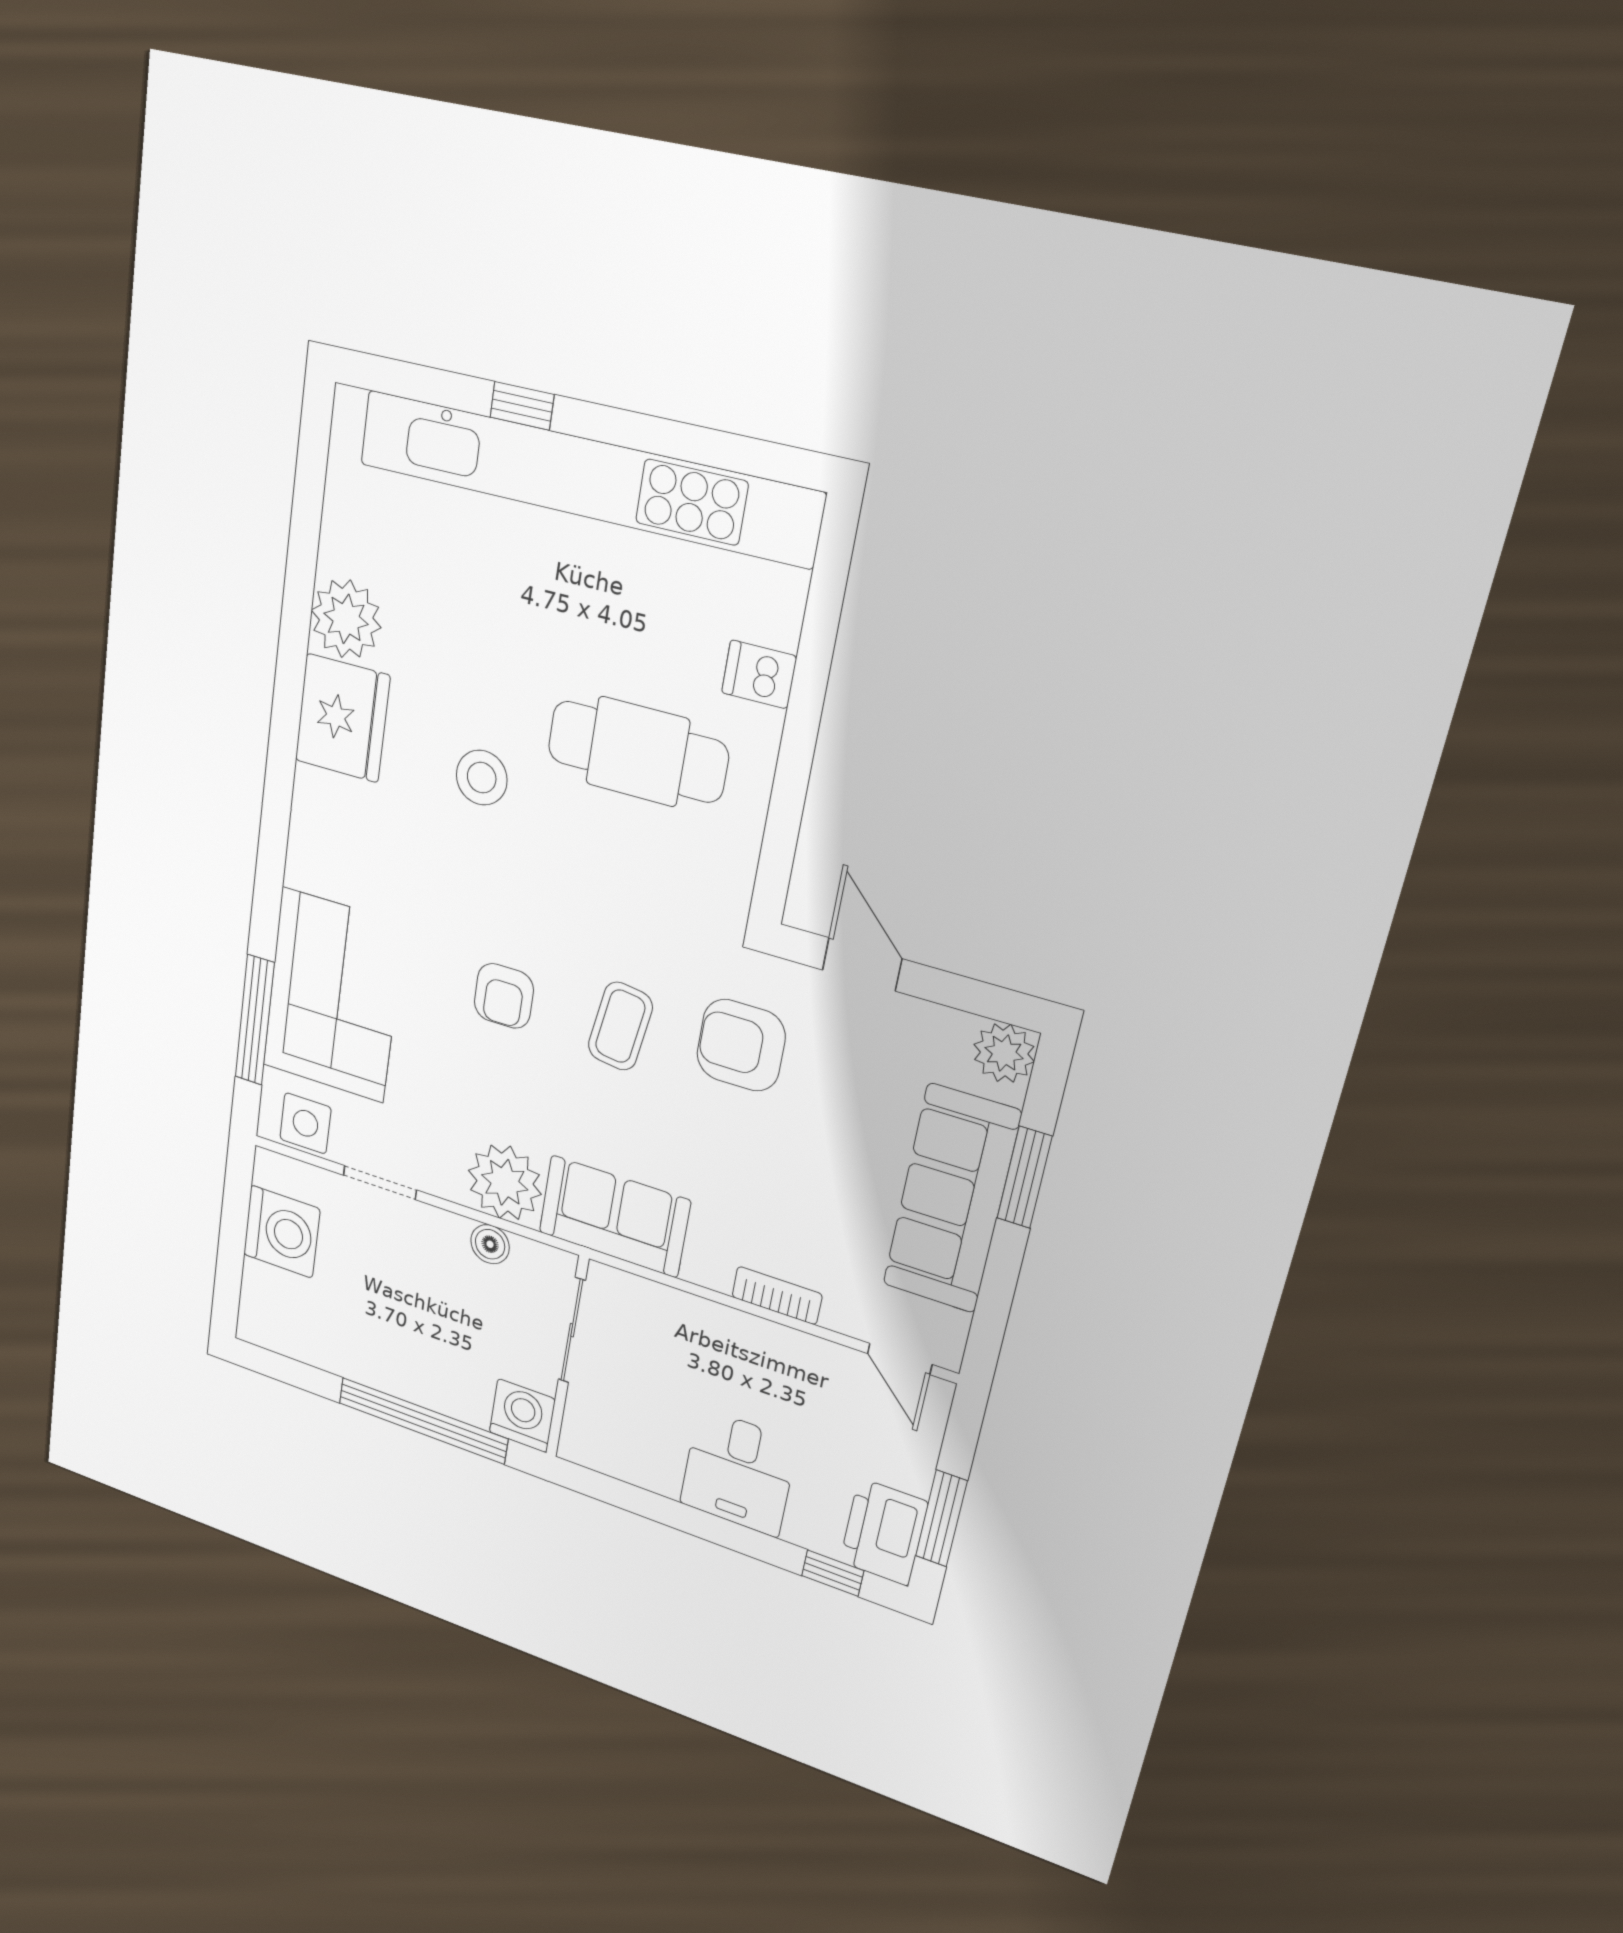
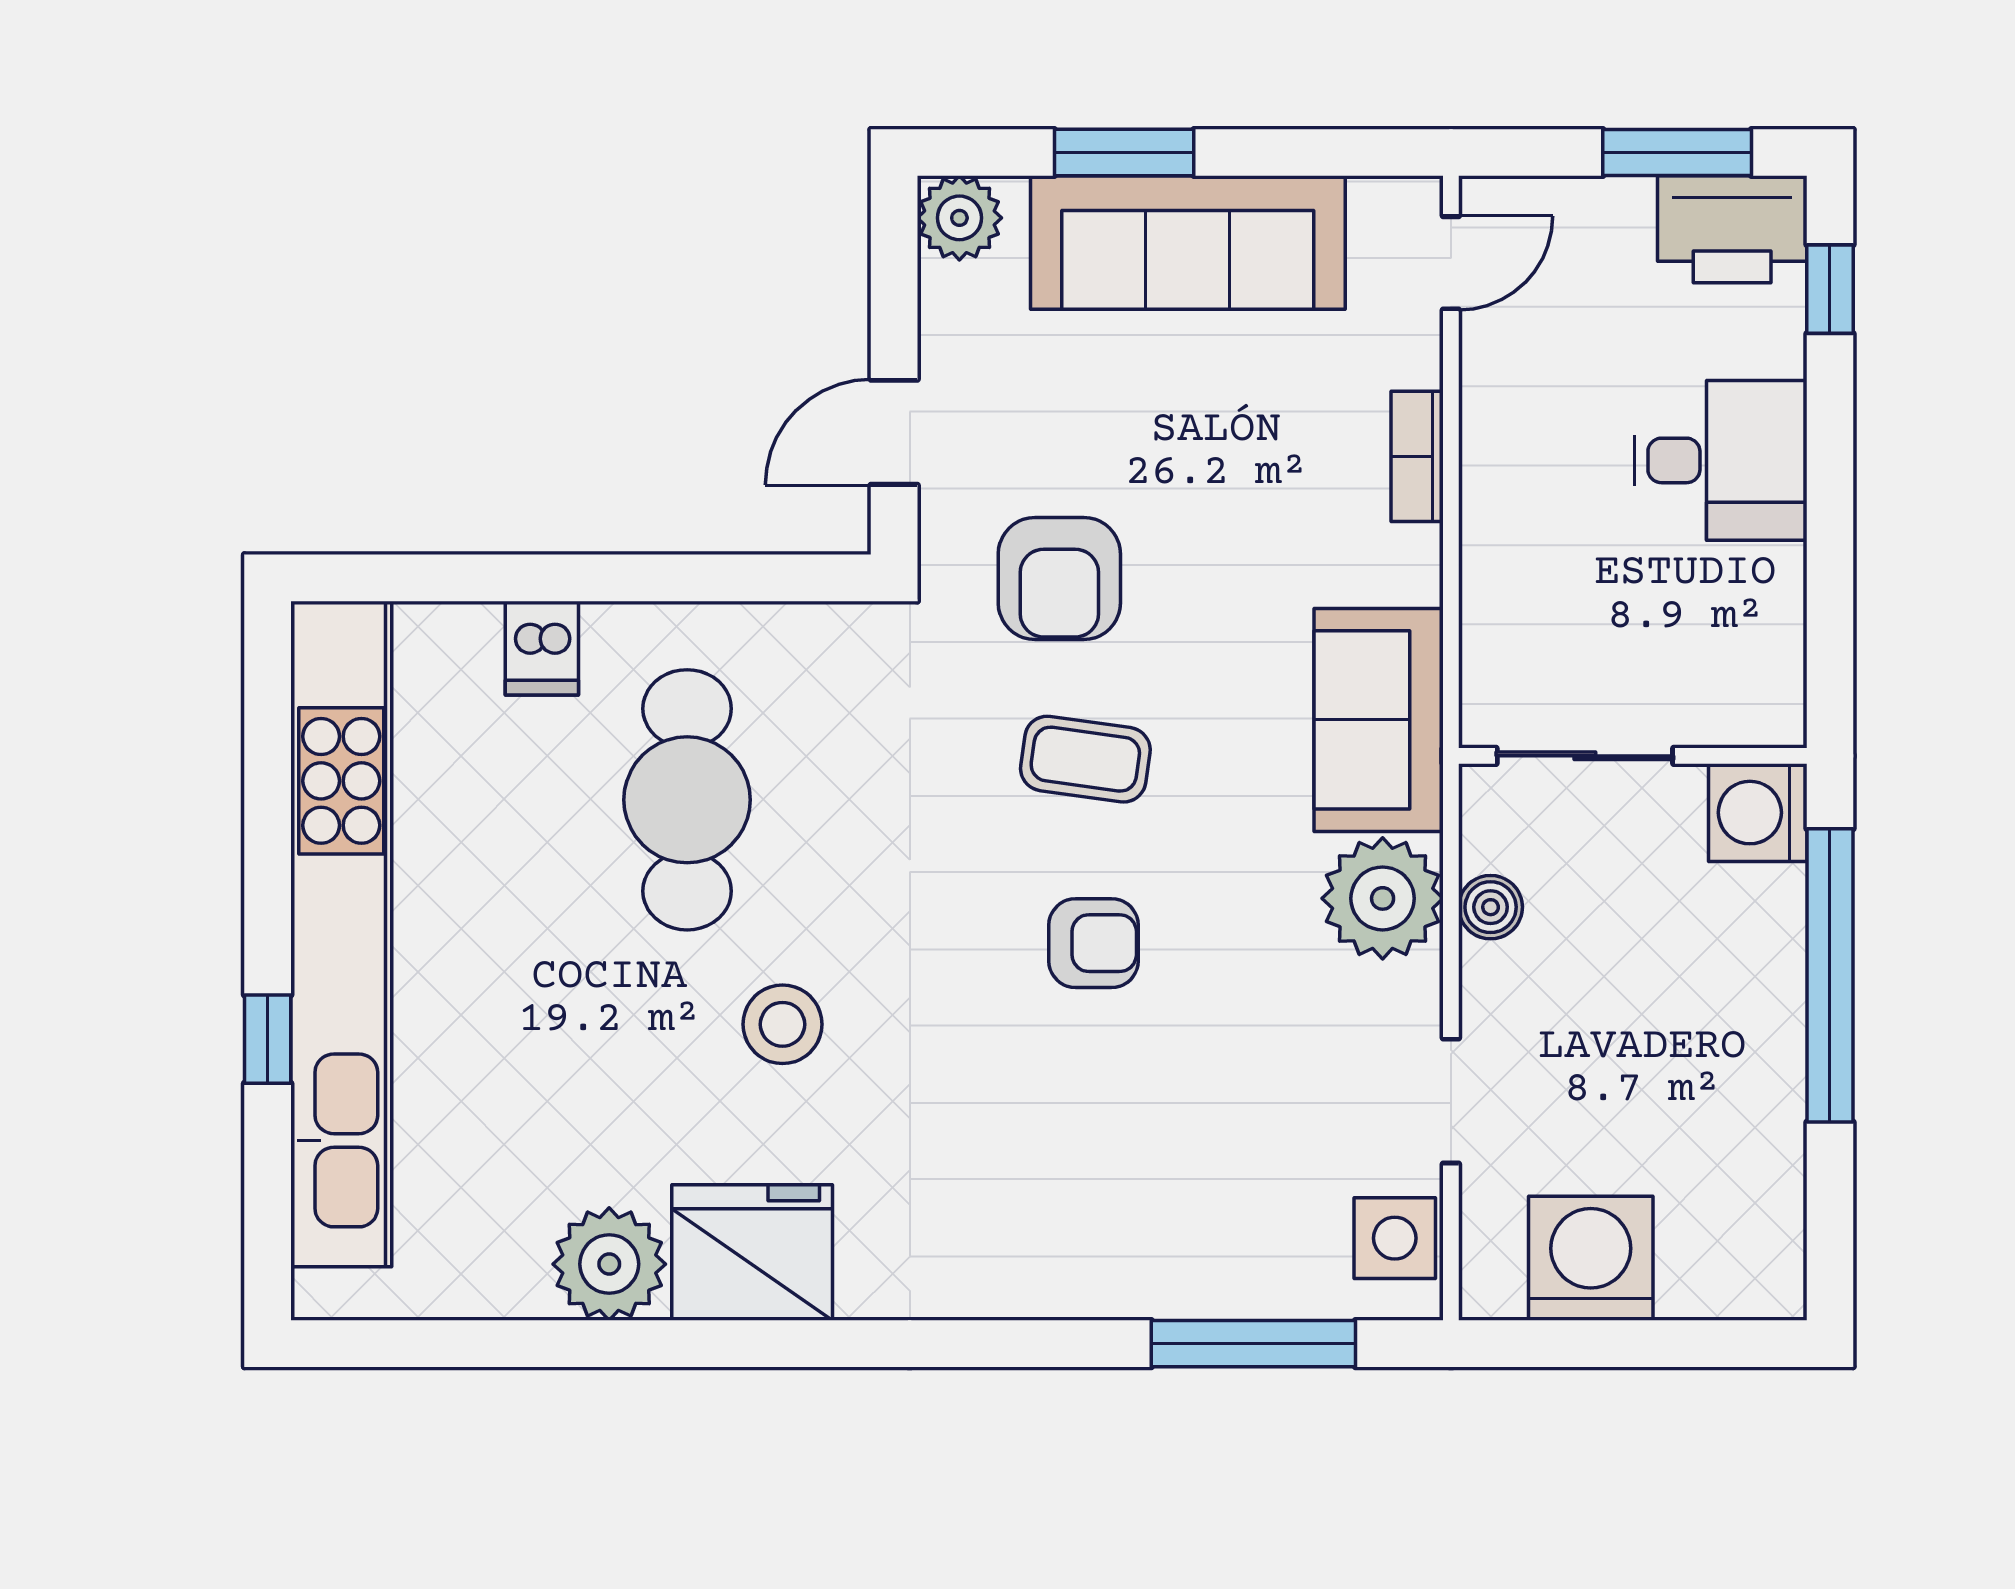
corner sofa: (333, 996) -> (1175, 1216), removed

